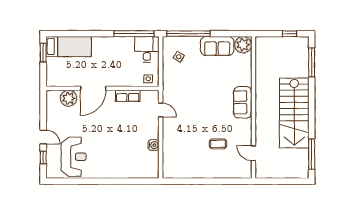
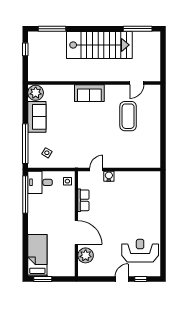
coffee table: (218, 144) -> (128, 116), width x1.86, depth x1.72
water cooler: (154, 145) -> (109, 176), moved

